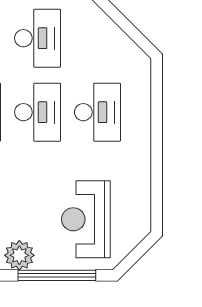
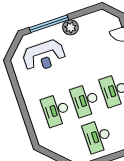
reception desk: (86, 219) -> (44, 56), turned 90

